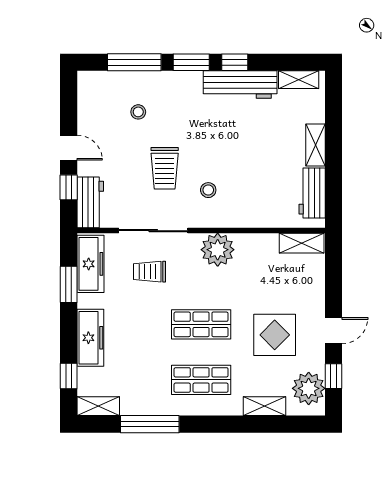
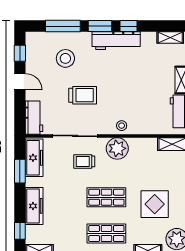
workbench: (240, 84) -> (116, 41), moved
stool: (138, 112) -> (65, 58), width x1.89, depth x1.89
trolley: (165, 168) -> (83, 95), turned -90
window: (69, 187) -> (20, 53), moved
stool: (208, 190) -> (122, 126), moved
trolley: (150, 272) -> (84, 161), moved

